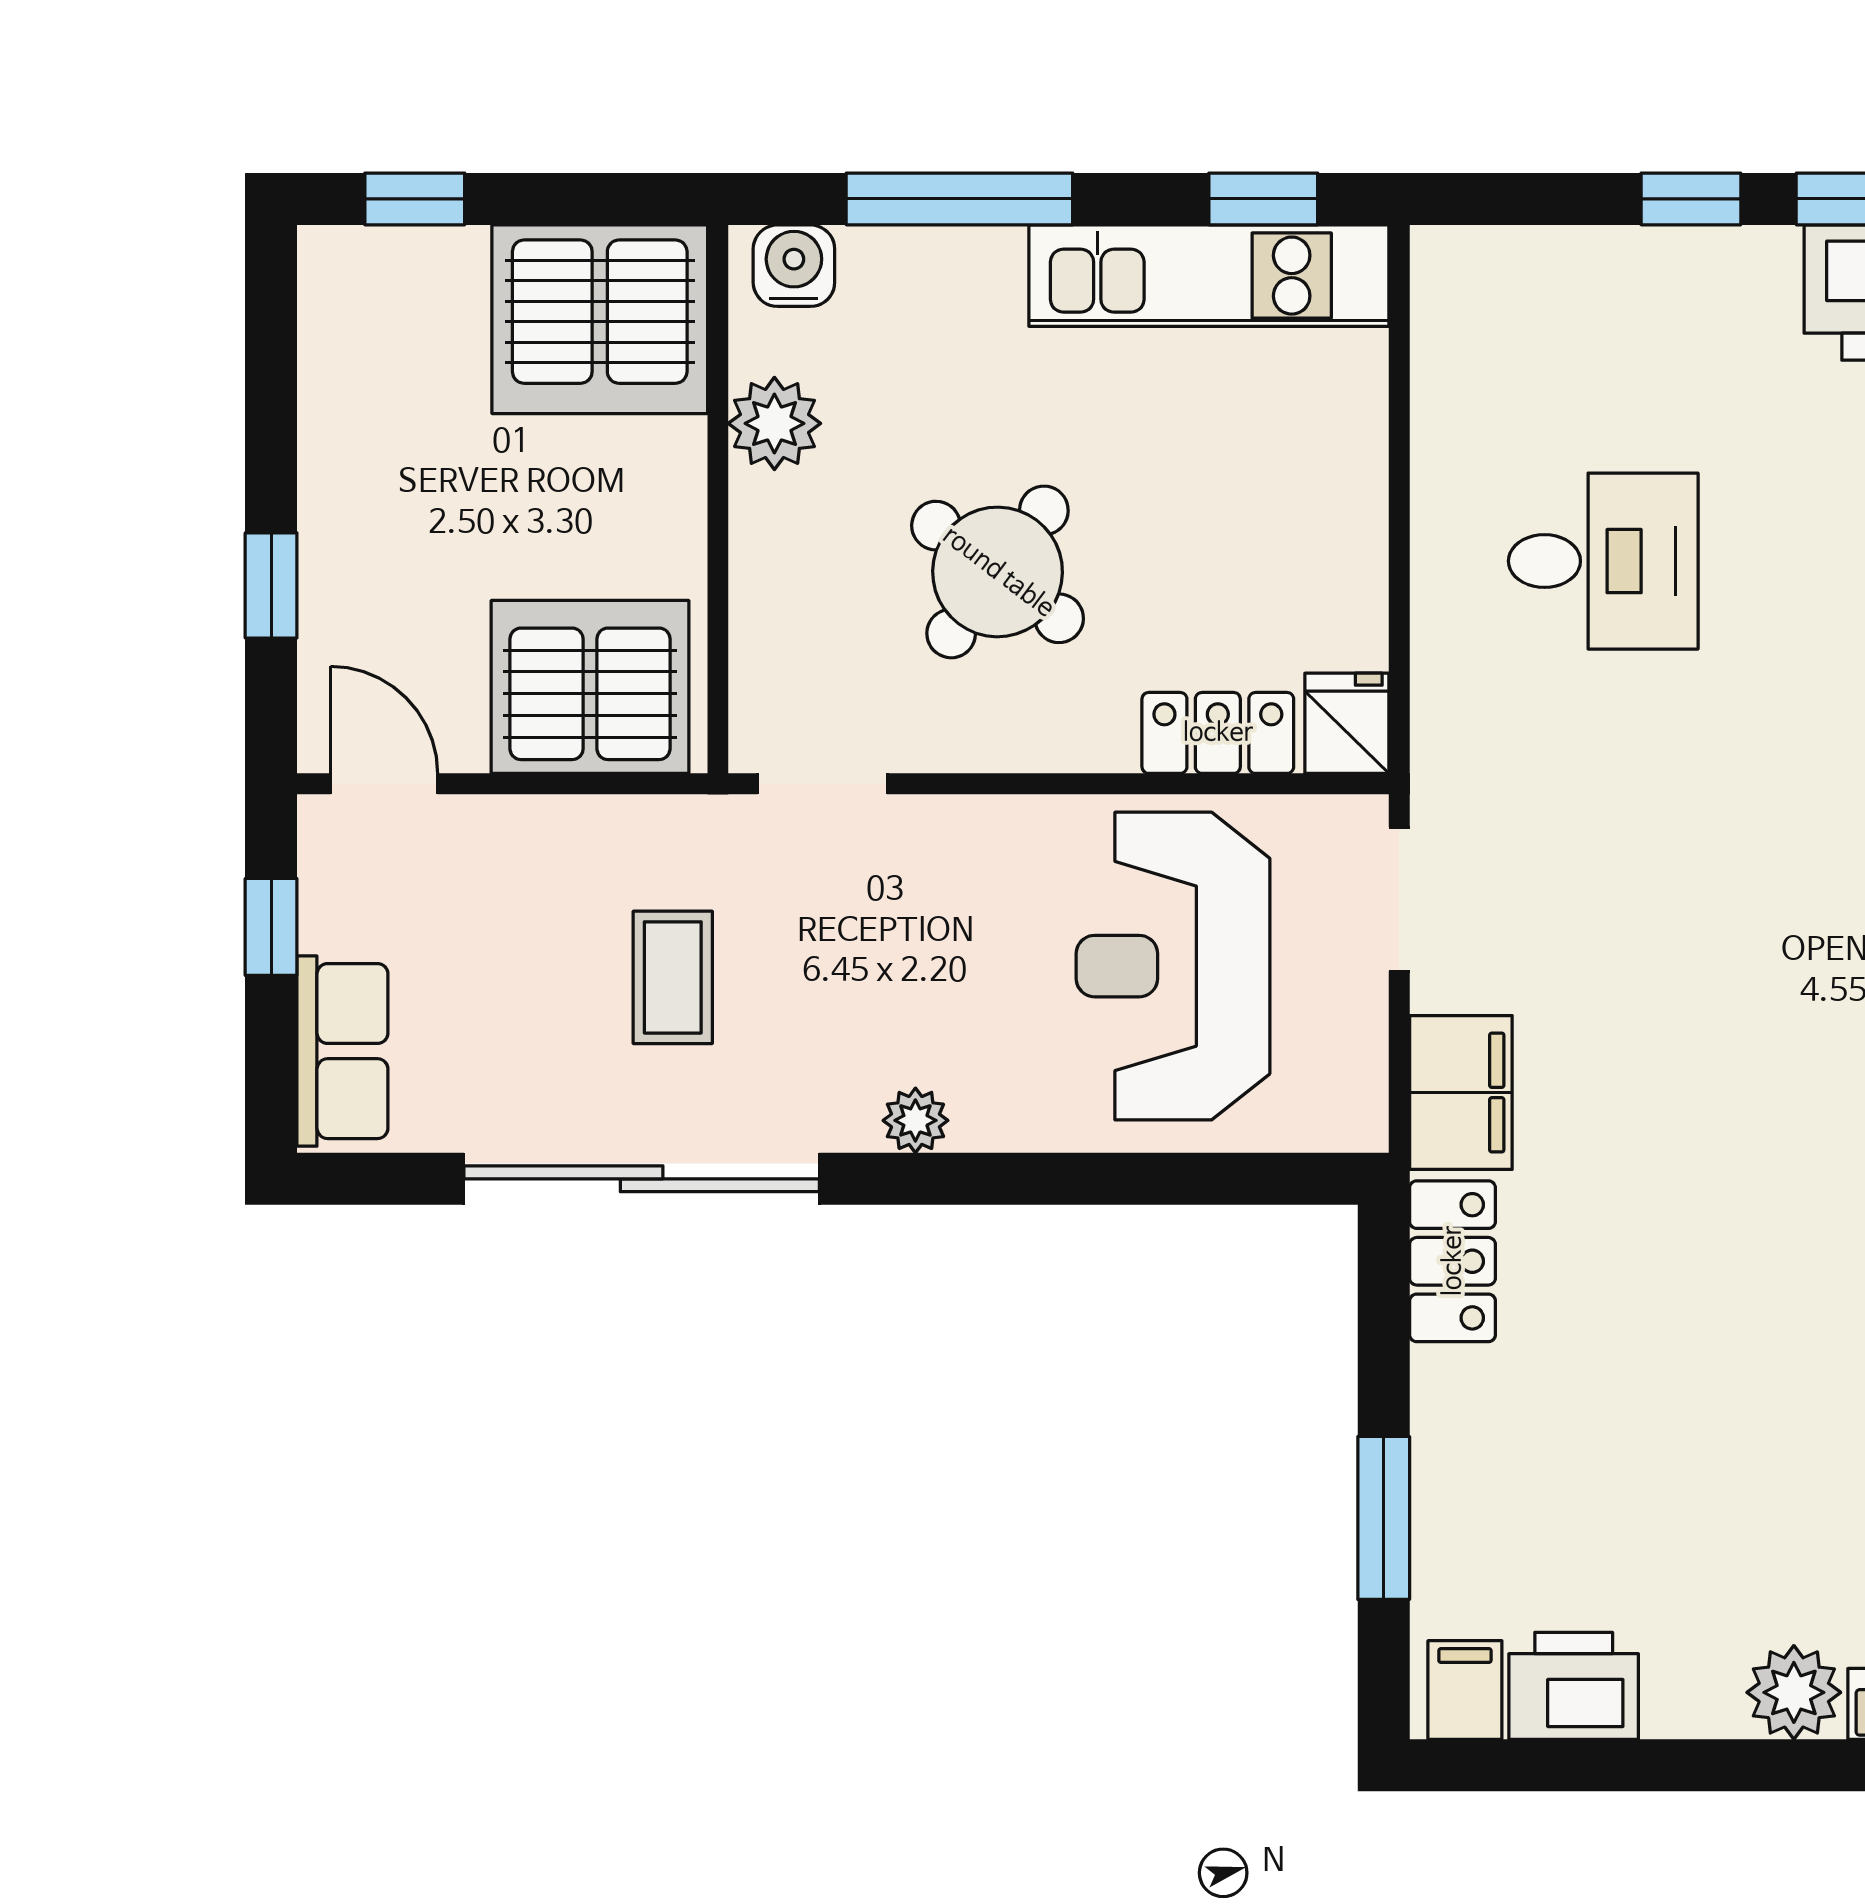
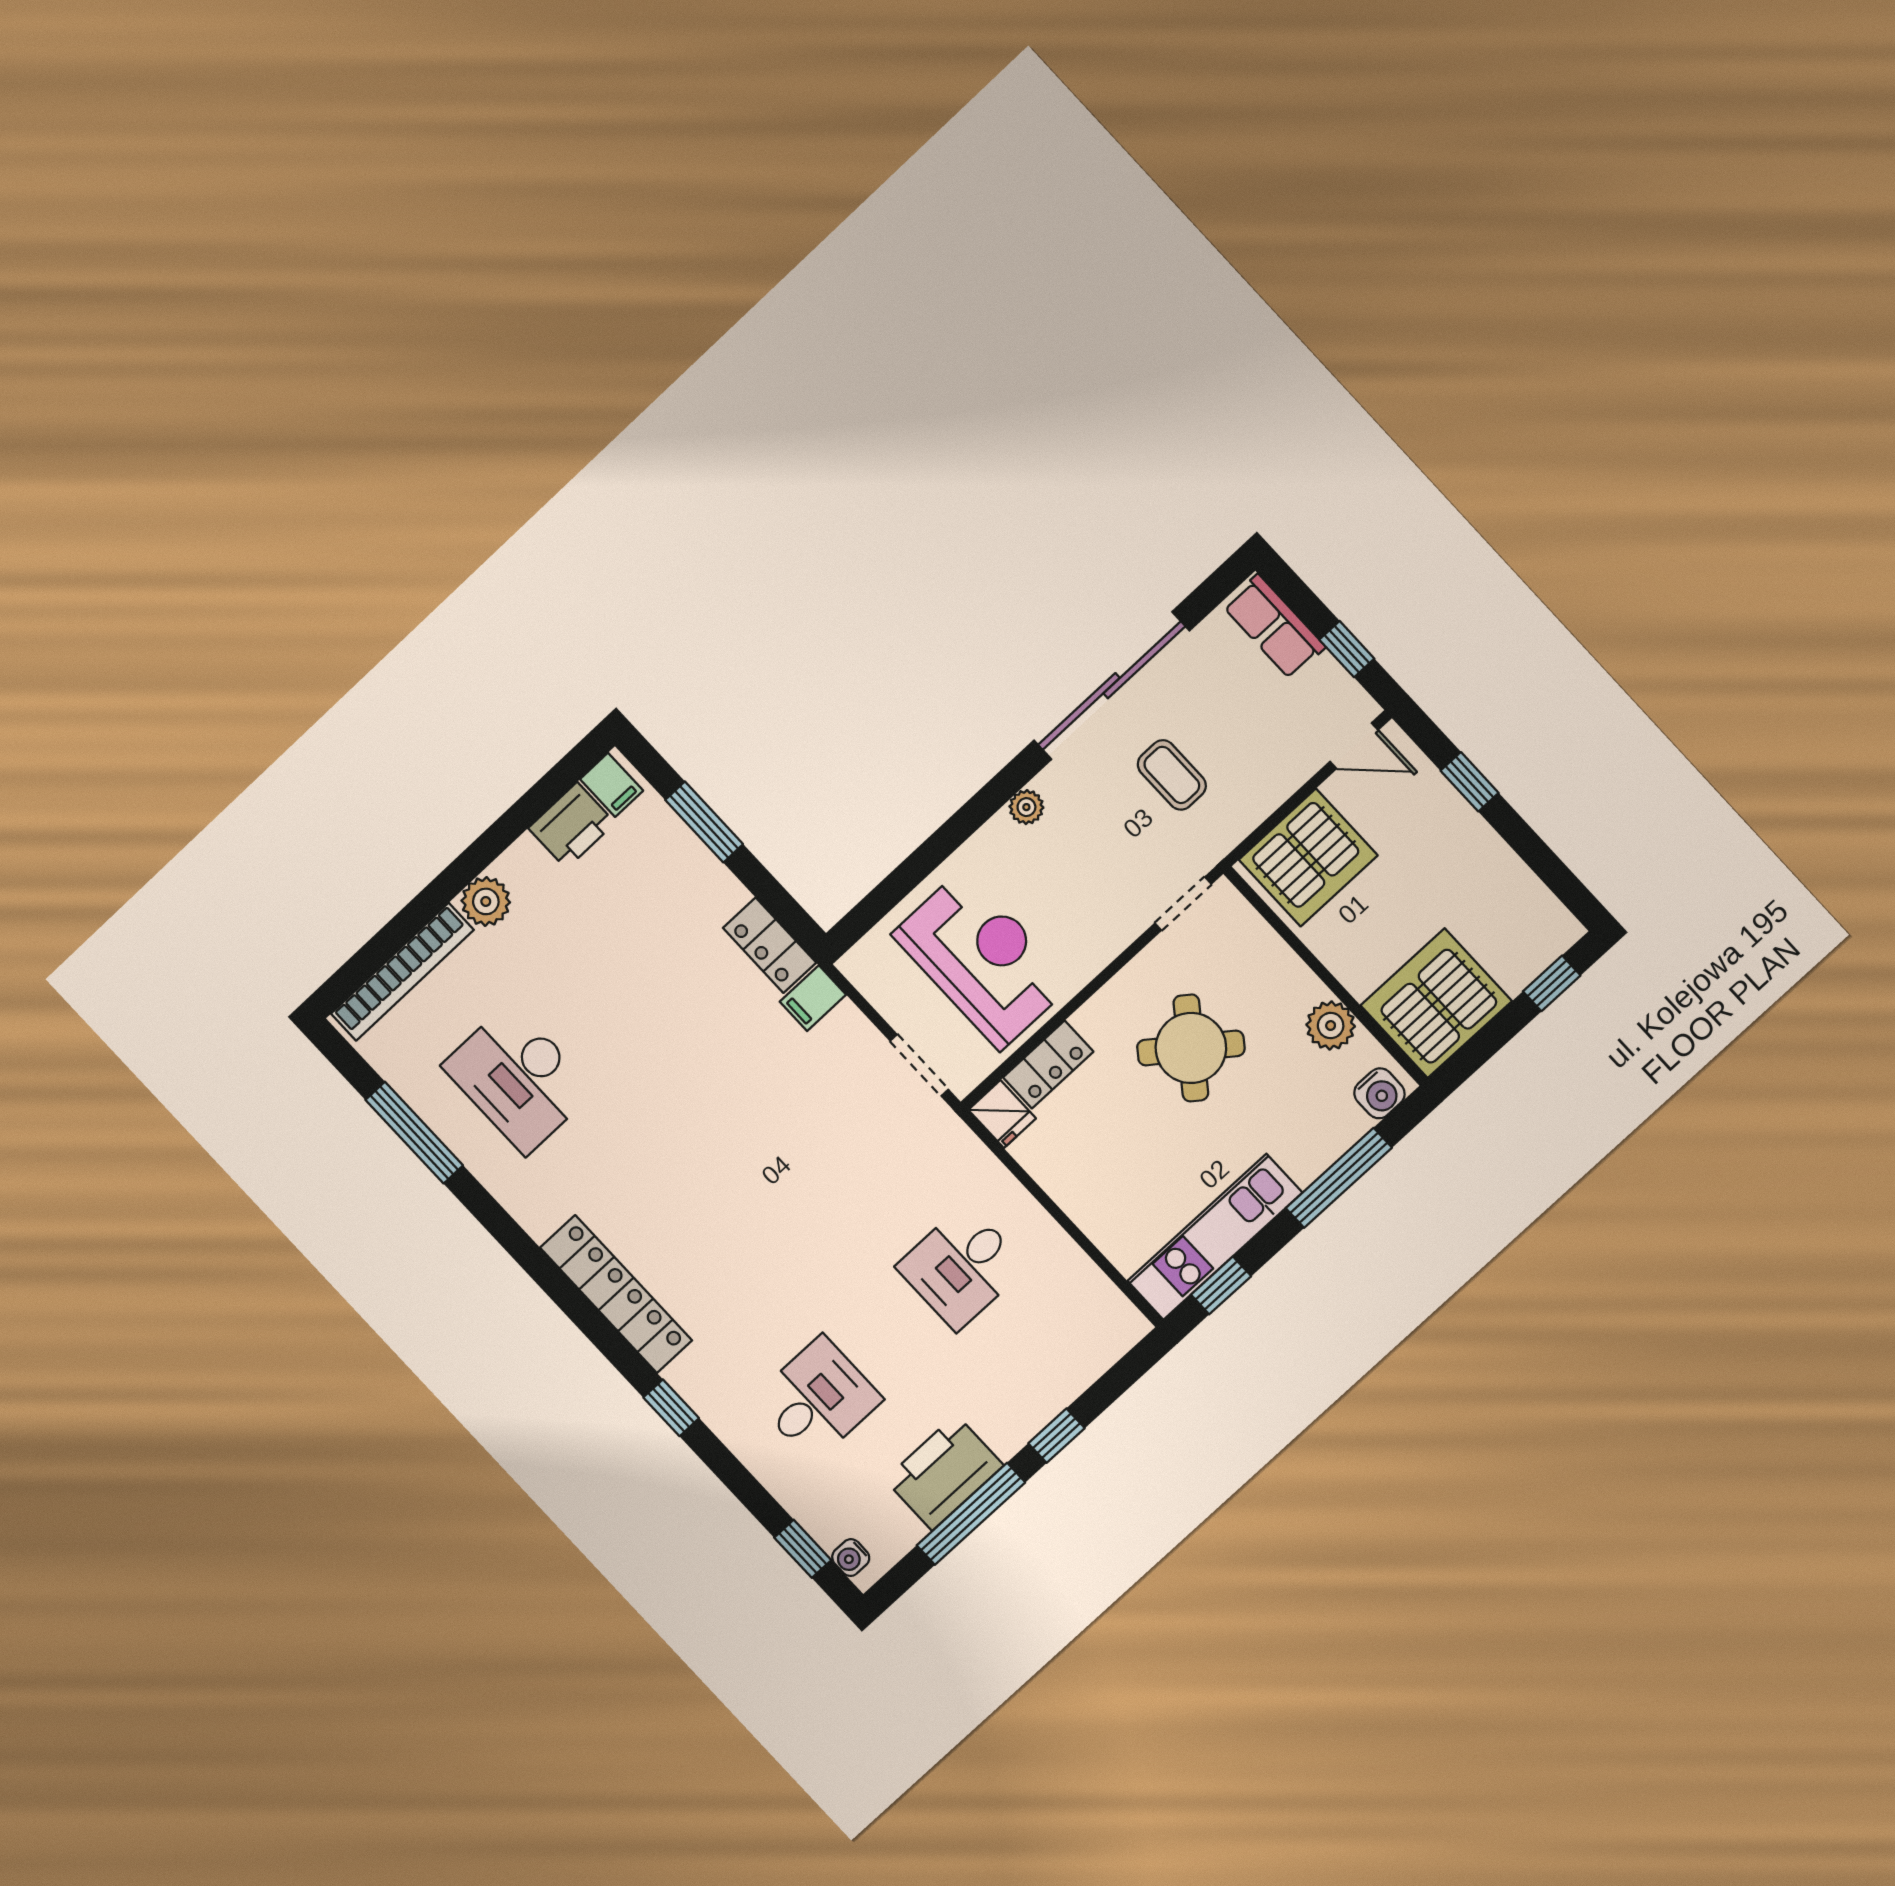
filing cabinet: (1461, 1093) -> (813, 998), width x0.50

